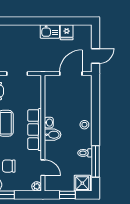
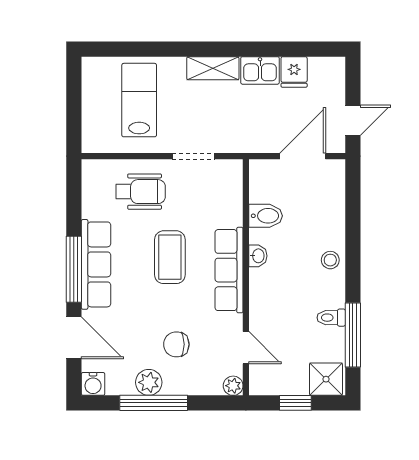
shelving: (27, 30) -> (213, 68), added
bidet: (53, 135) -> (266, 216), moved

